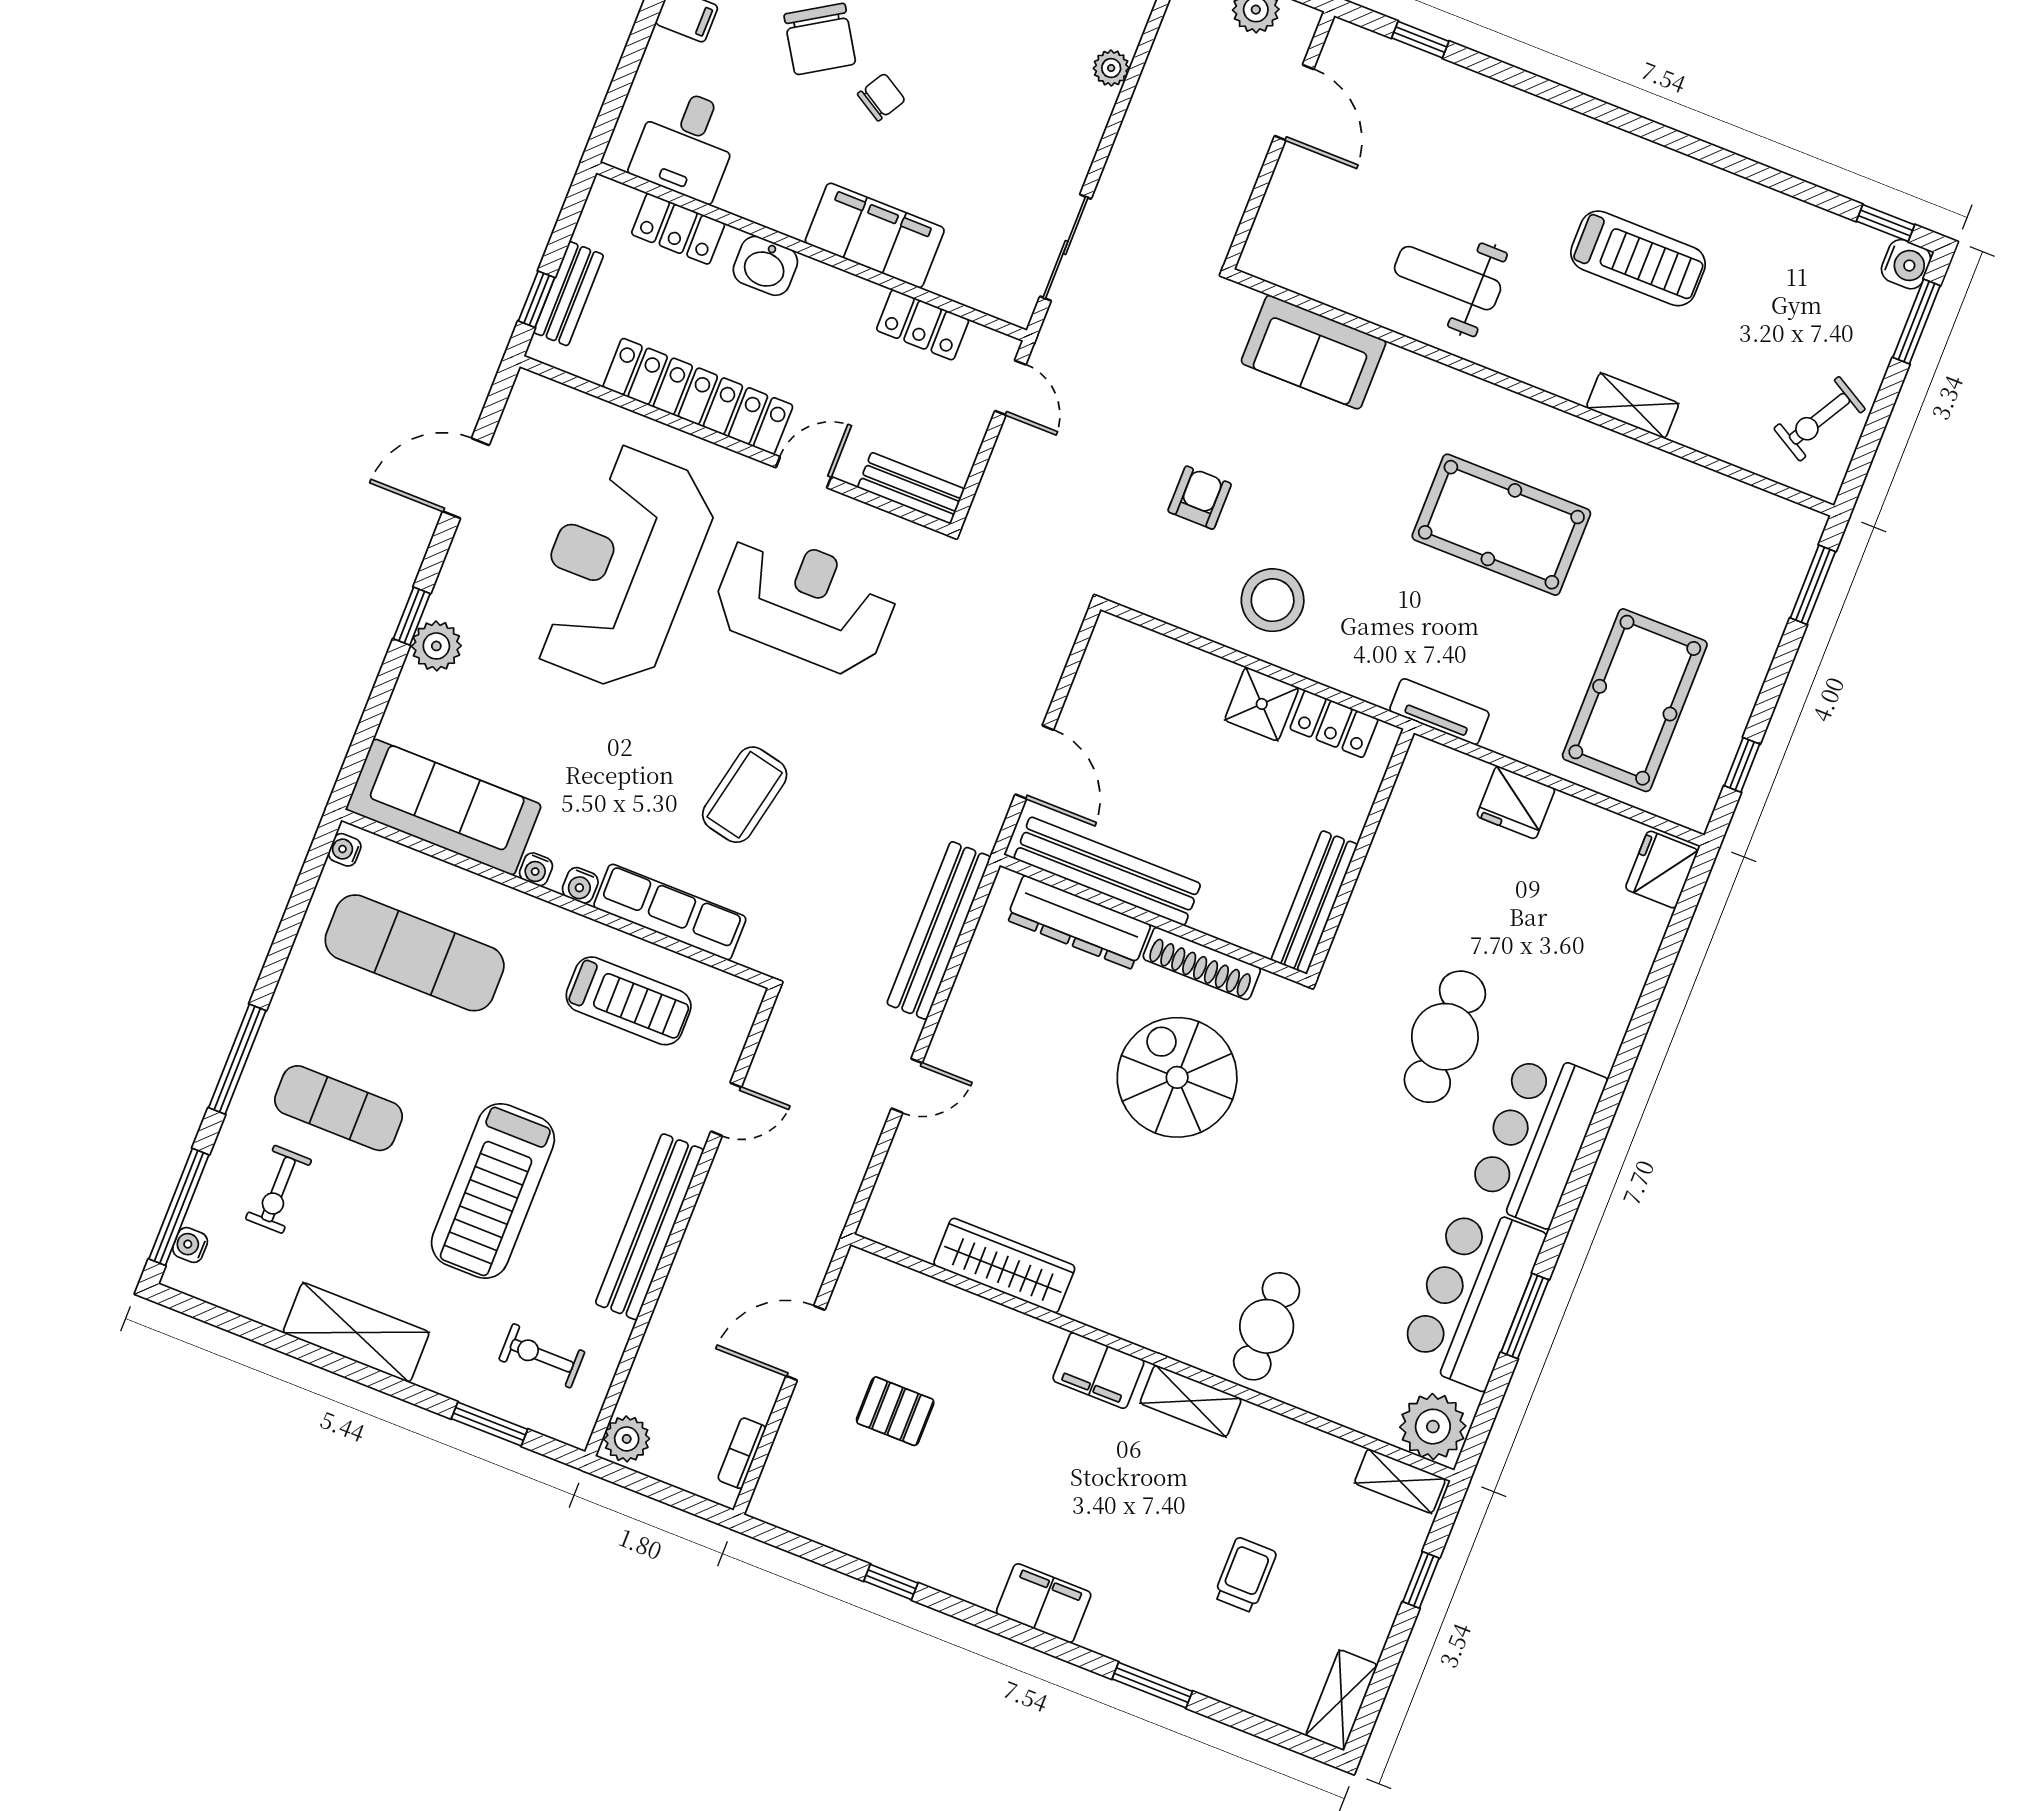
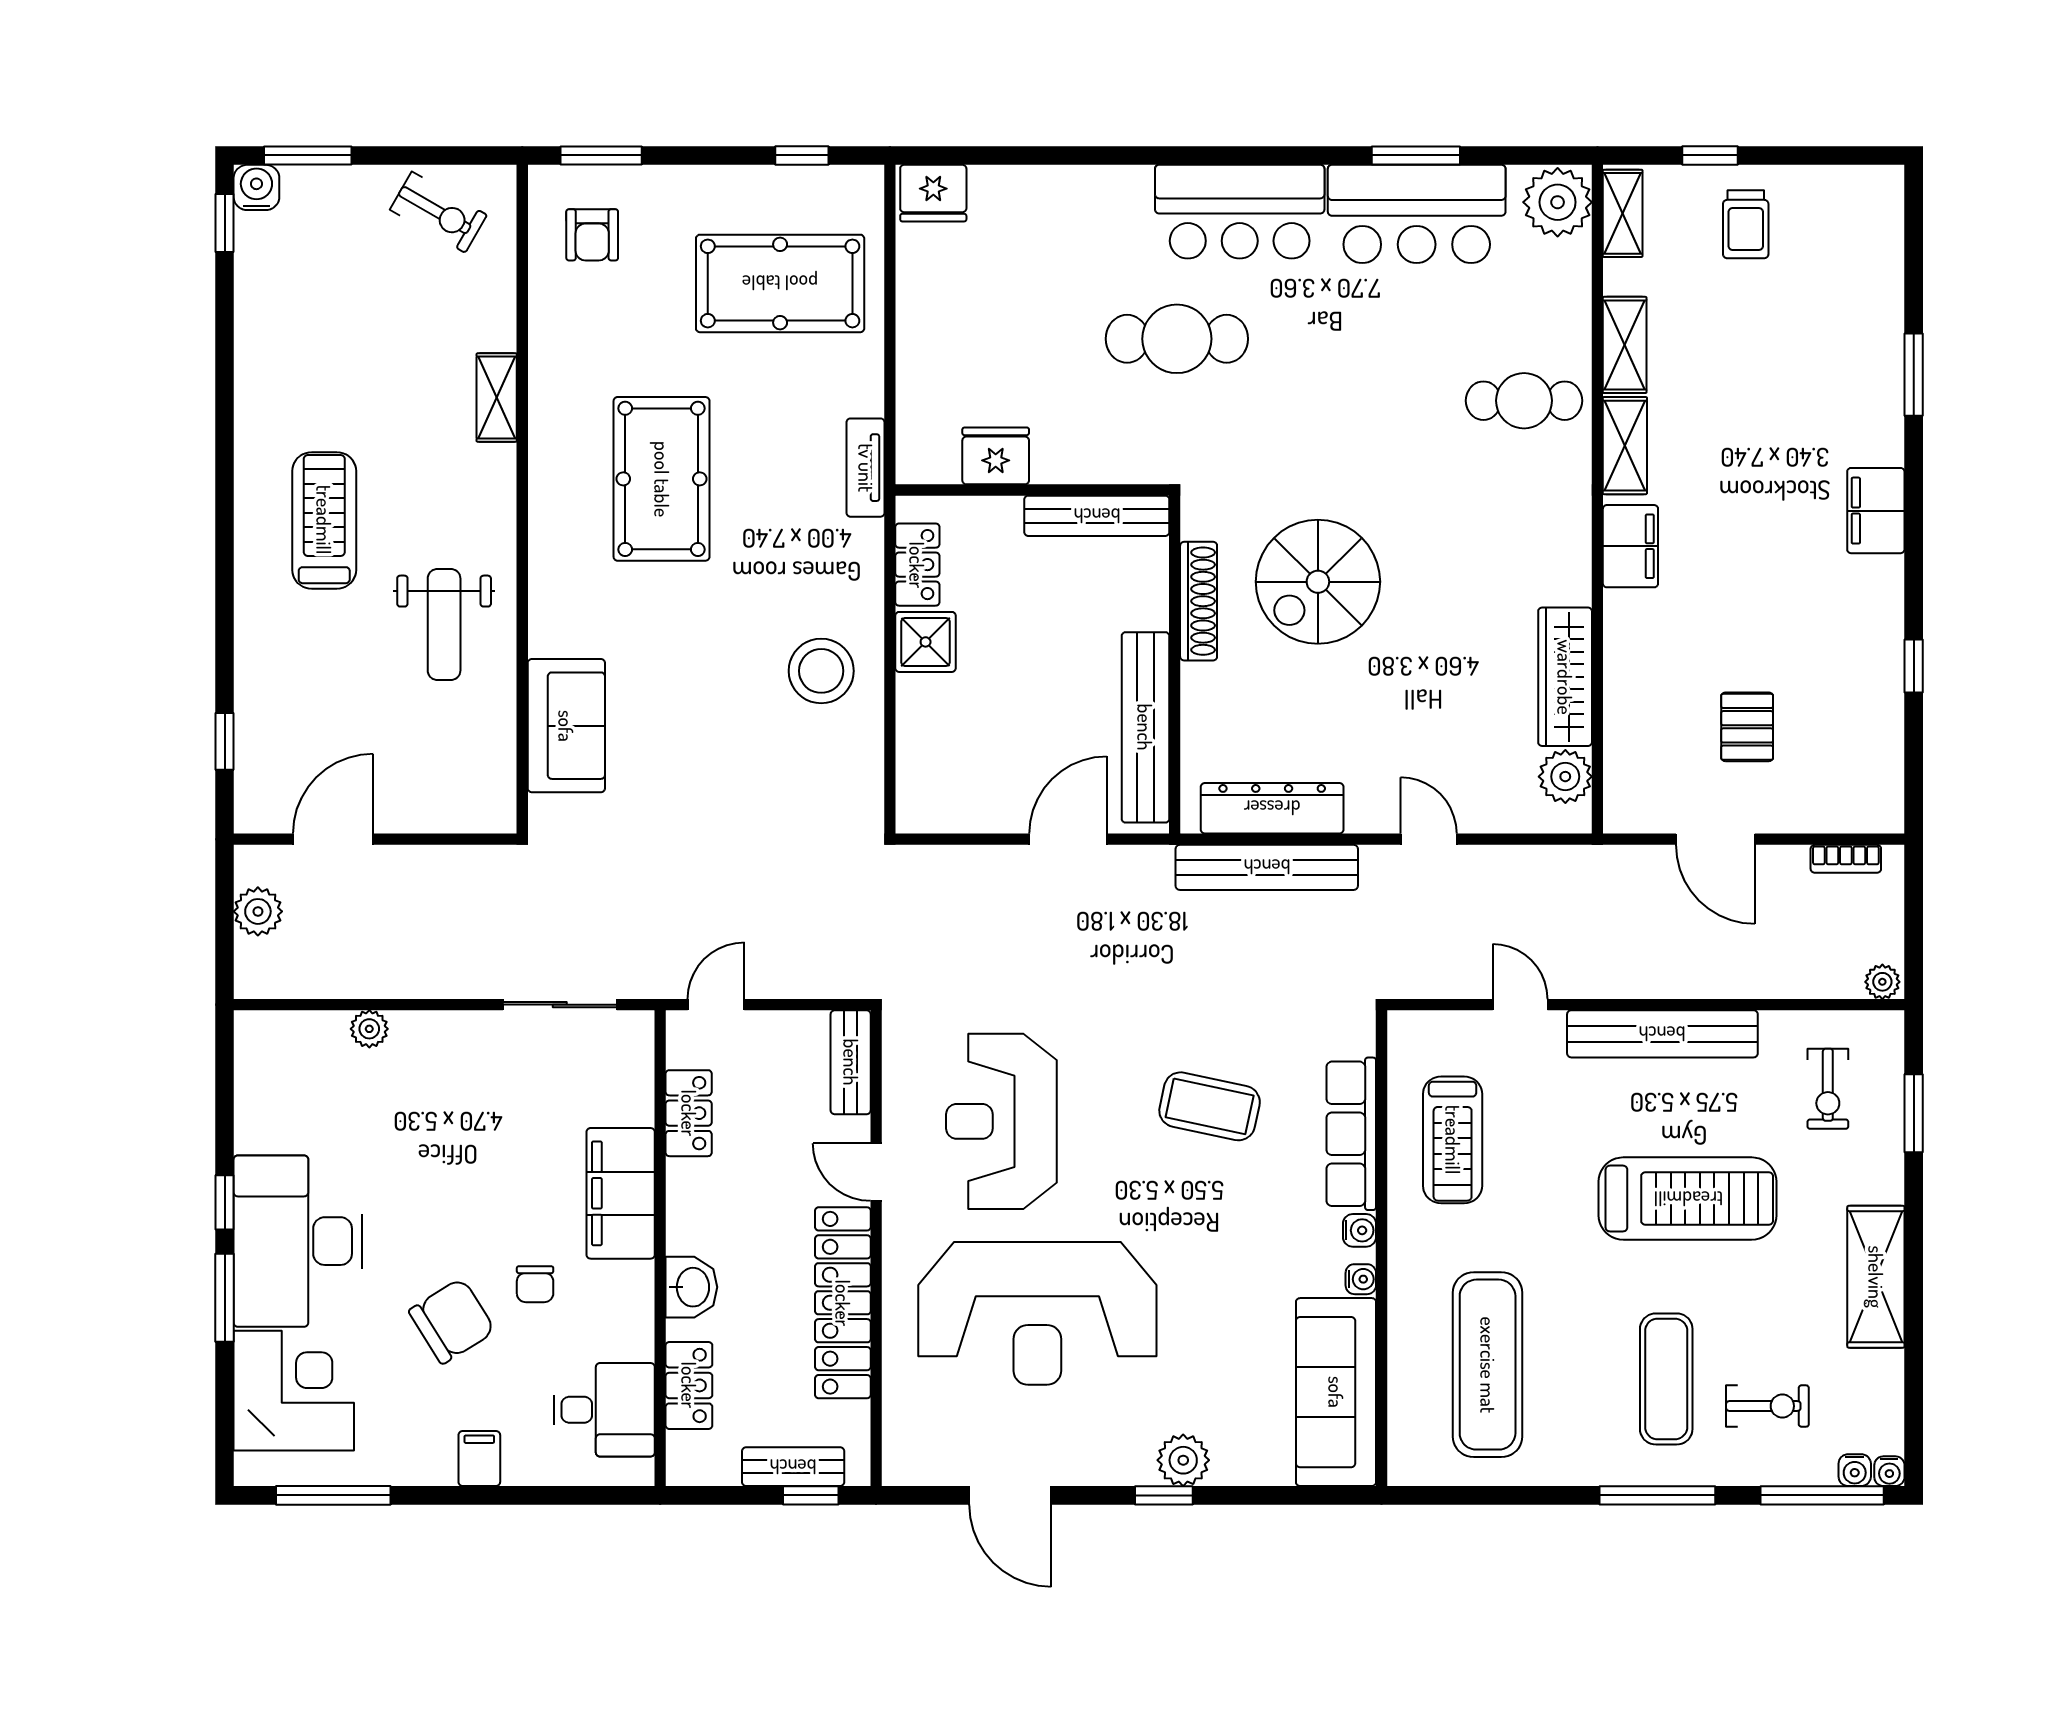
chair: (881, 97) -> (535, 1284), moved, turned -121
treadmill: (1638, 258) -> (324, 520), moved
armchair: (1200, 498) -> (592, 235), moved, turned -90
fridge: (1516, 802) -> (996, 456), moved, turned -90
water cooler: (345, 850) -> (1889, 1471), moved
dresser: (1079, 922) -> (1272, 808), moved, turned -90
treadmill: (629, 1001) -> (1453, 1140), turned 180
plant: (915, 1230) -> (1565, 777), added
plant: (627, 1439) -> (1882, 982), width x0.73, depth x0.73
trolley: (1245, 1575) -> (1746, 224), moved, turned -90
shelving: (1342, 1700) -> (1625, 345), moved, turned 90

